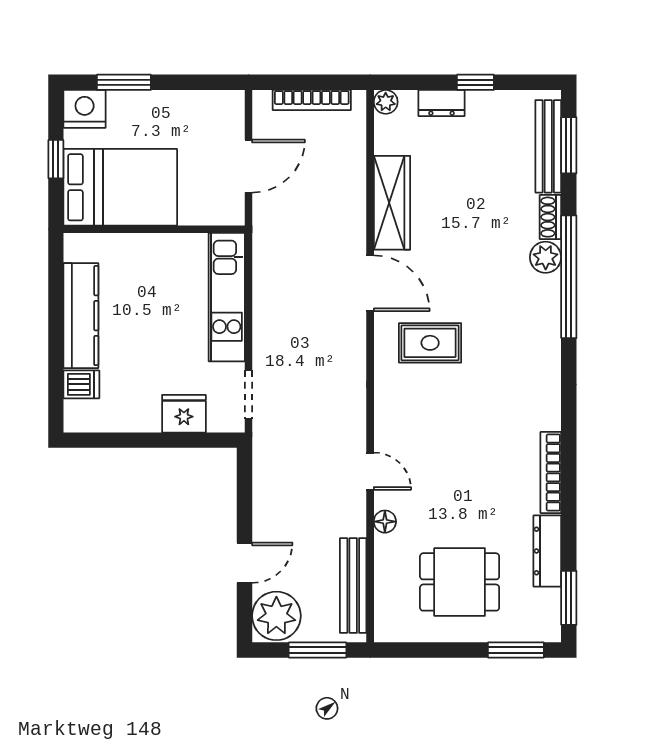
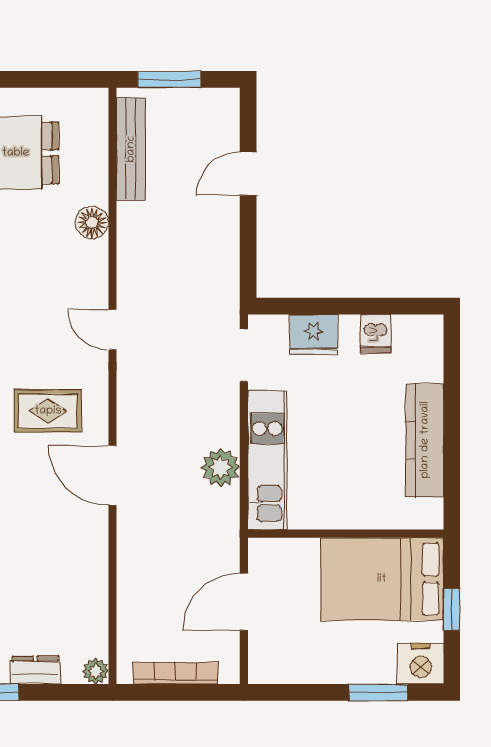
wardrobe: (392, 203) -> (89, 562), removed
dishwasher: (81, 384) -> (375, 334), moved, turned -90
door: (370, 471) -> (112, 330), moved
floor lamp: (385, 522) -> (92, 223), width x1.37, depth x1.37
plant: (276, 616) -> (221, 468), moved, width x0.73, depth x0.73

